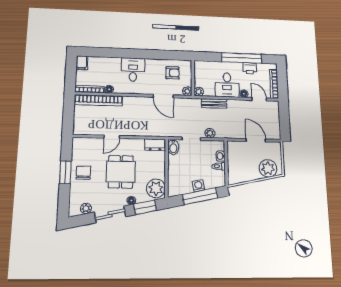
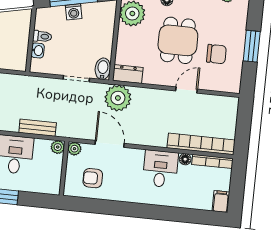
desk: (133, 70) -> (160, 169), moved, turned 180
plant: (210, 133) -> (118, 98), moved, width x1.87, depth x1.87
chair: (83, 173) -> (216, 54), moved, turned -90

